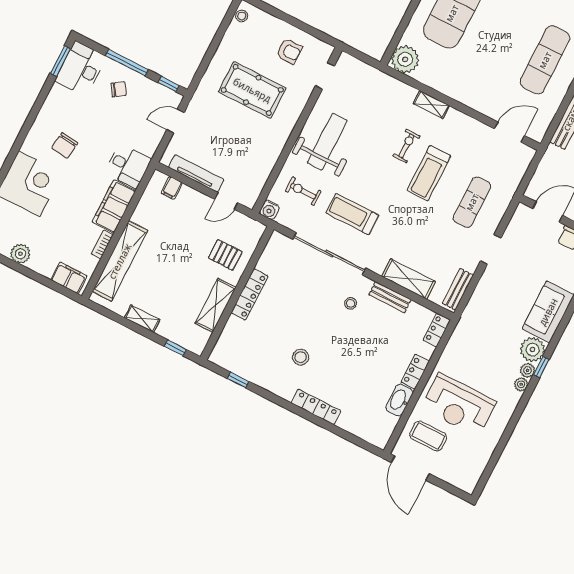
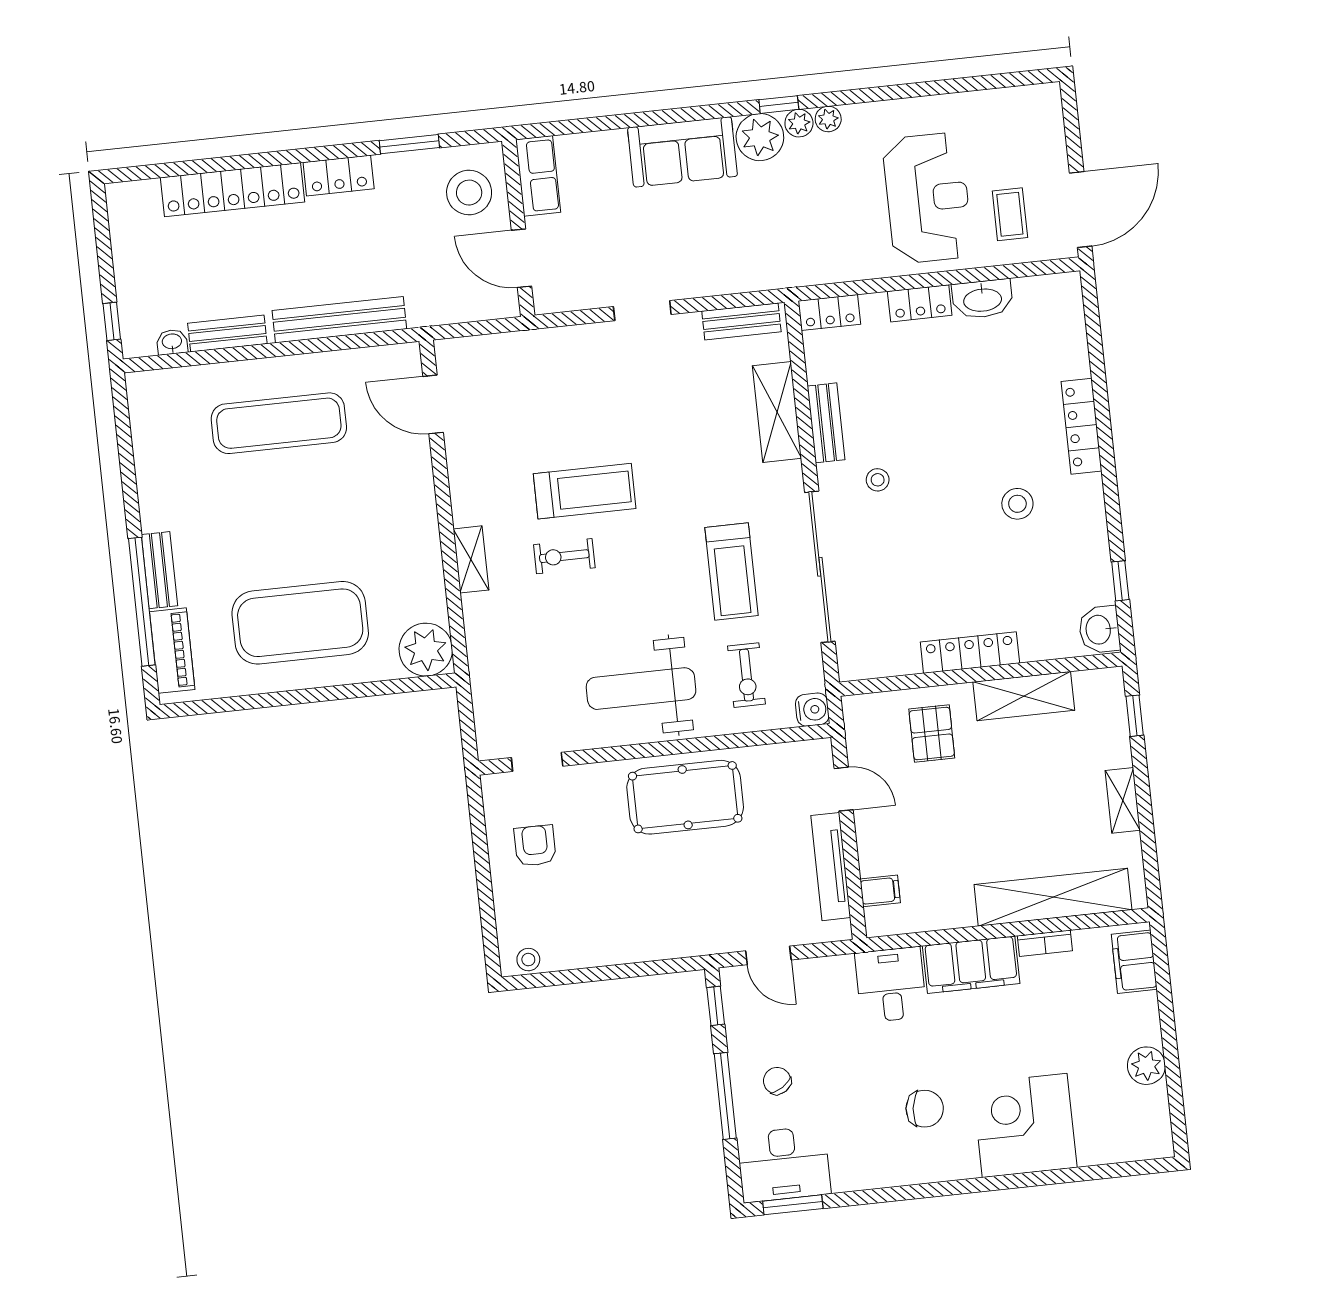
pool table: (252, 90) -> (685, 797), moved, turned 90
exercise mat: (472, 202) -> (586, 391), removed
washbasin: (223, 357) -> (1099, 630), added
coffee table: (428, 436) -> (1010, 214), width x0.73, depth x0.77

